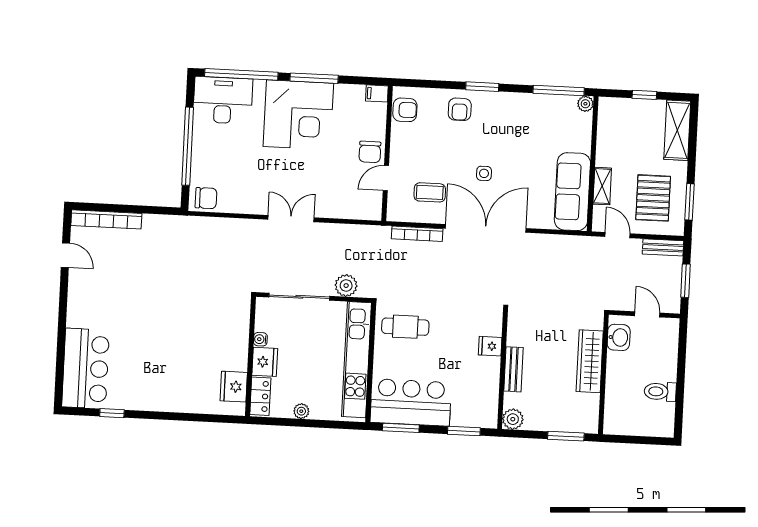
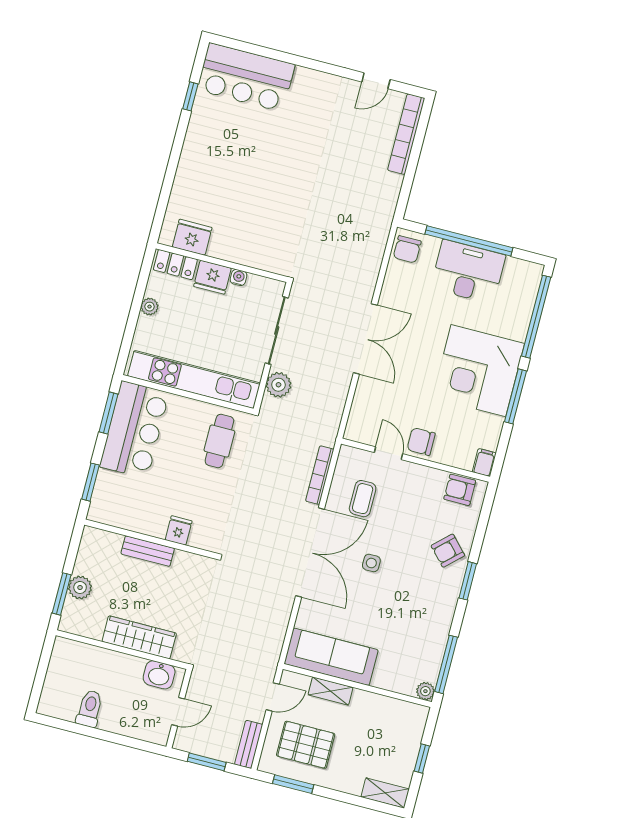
desk: (223, 100) -> (468, 272), moved, turned -90
armchair: (460, 109) -> (448, 551), turned -43
armchair: (405, 110) -> (460, 490), turned 90
shelving: (677, 130) -> (385, 793), width x0.67, depth x0.75
double door: (291, 219) -> (365, 339), width x1.37
plant: (513, 419) -> (80, 587), moved

